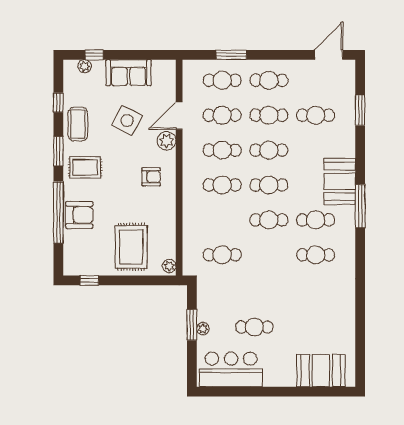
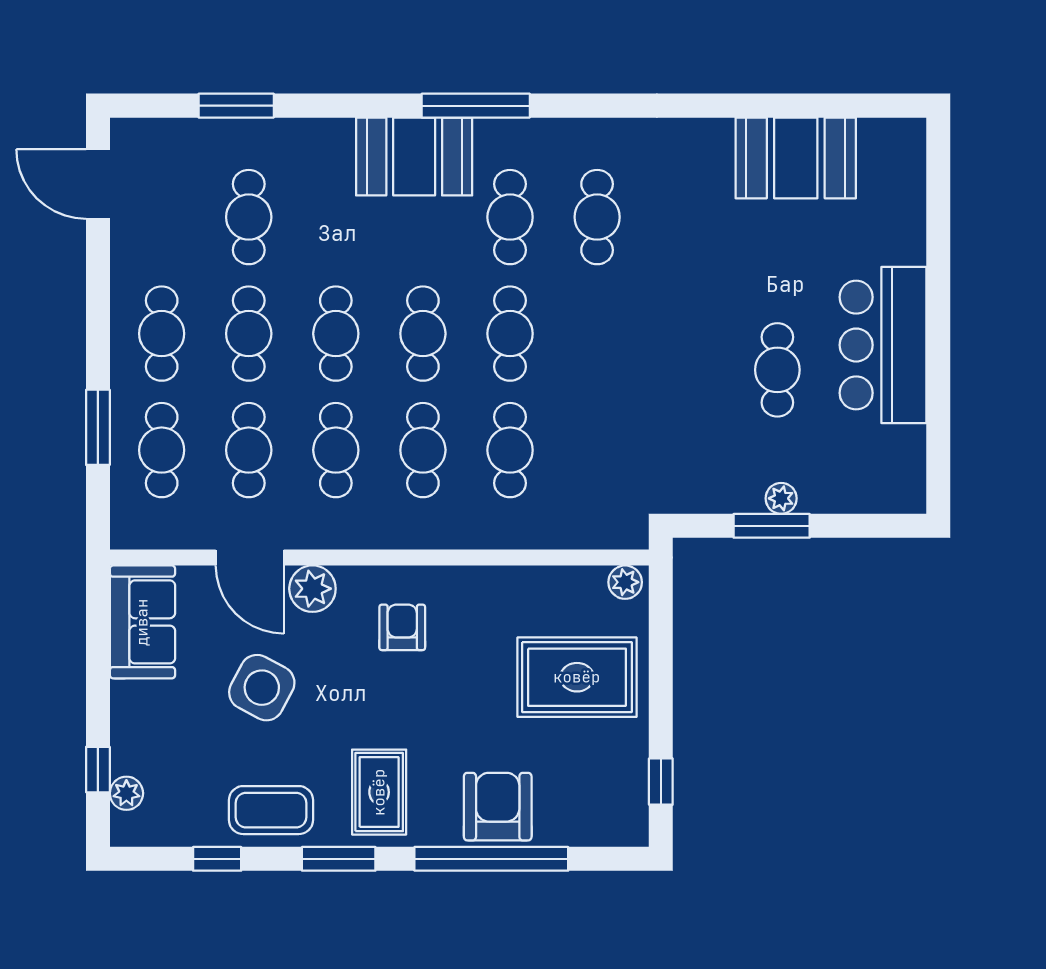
sofa: (129, 73) -> (142, 622), moved
cafe table: (222, 255) -> (510, 450), moved
bar counter: (231, 369) -> (883, 345), moved
booth: (321, 371) -> (796, 158), moved, turned 90

